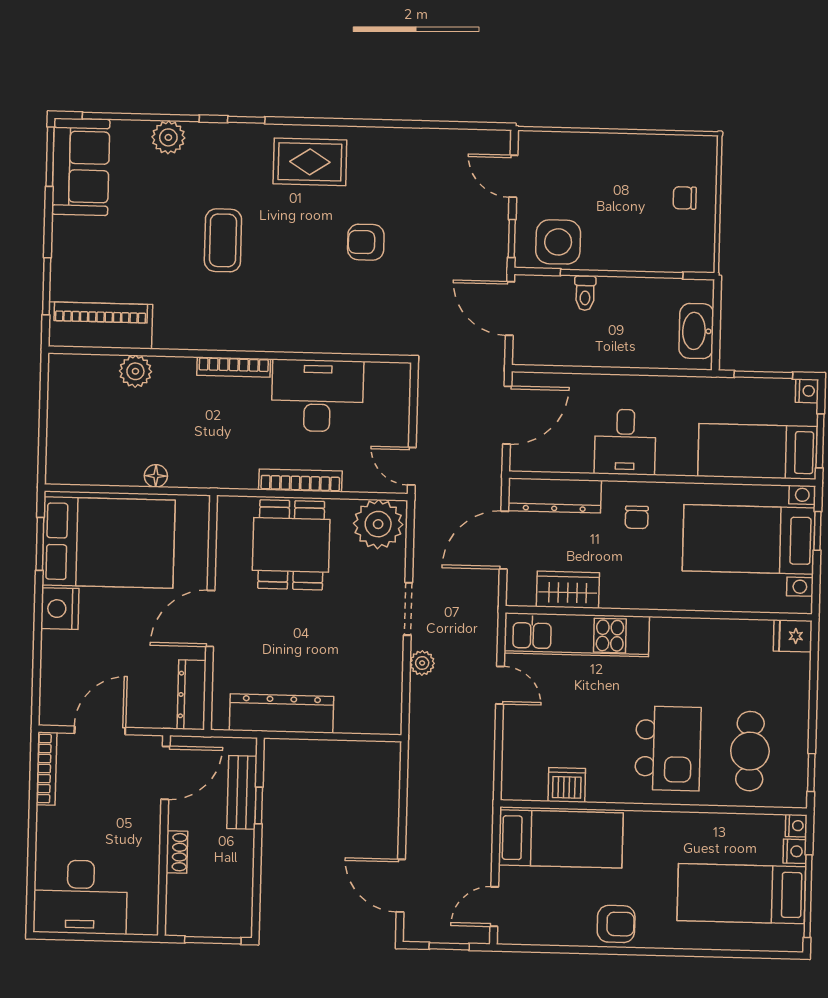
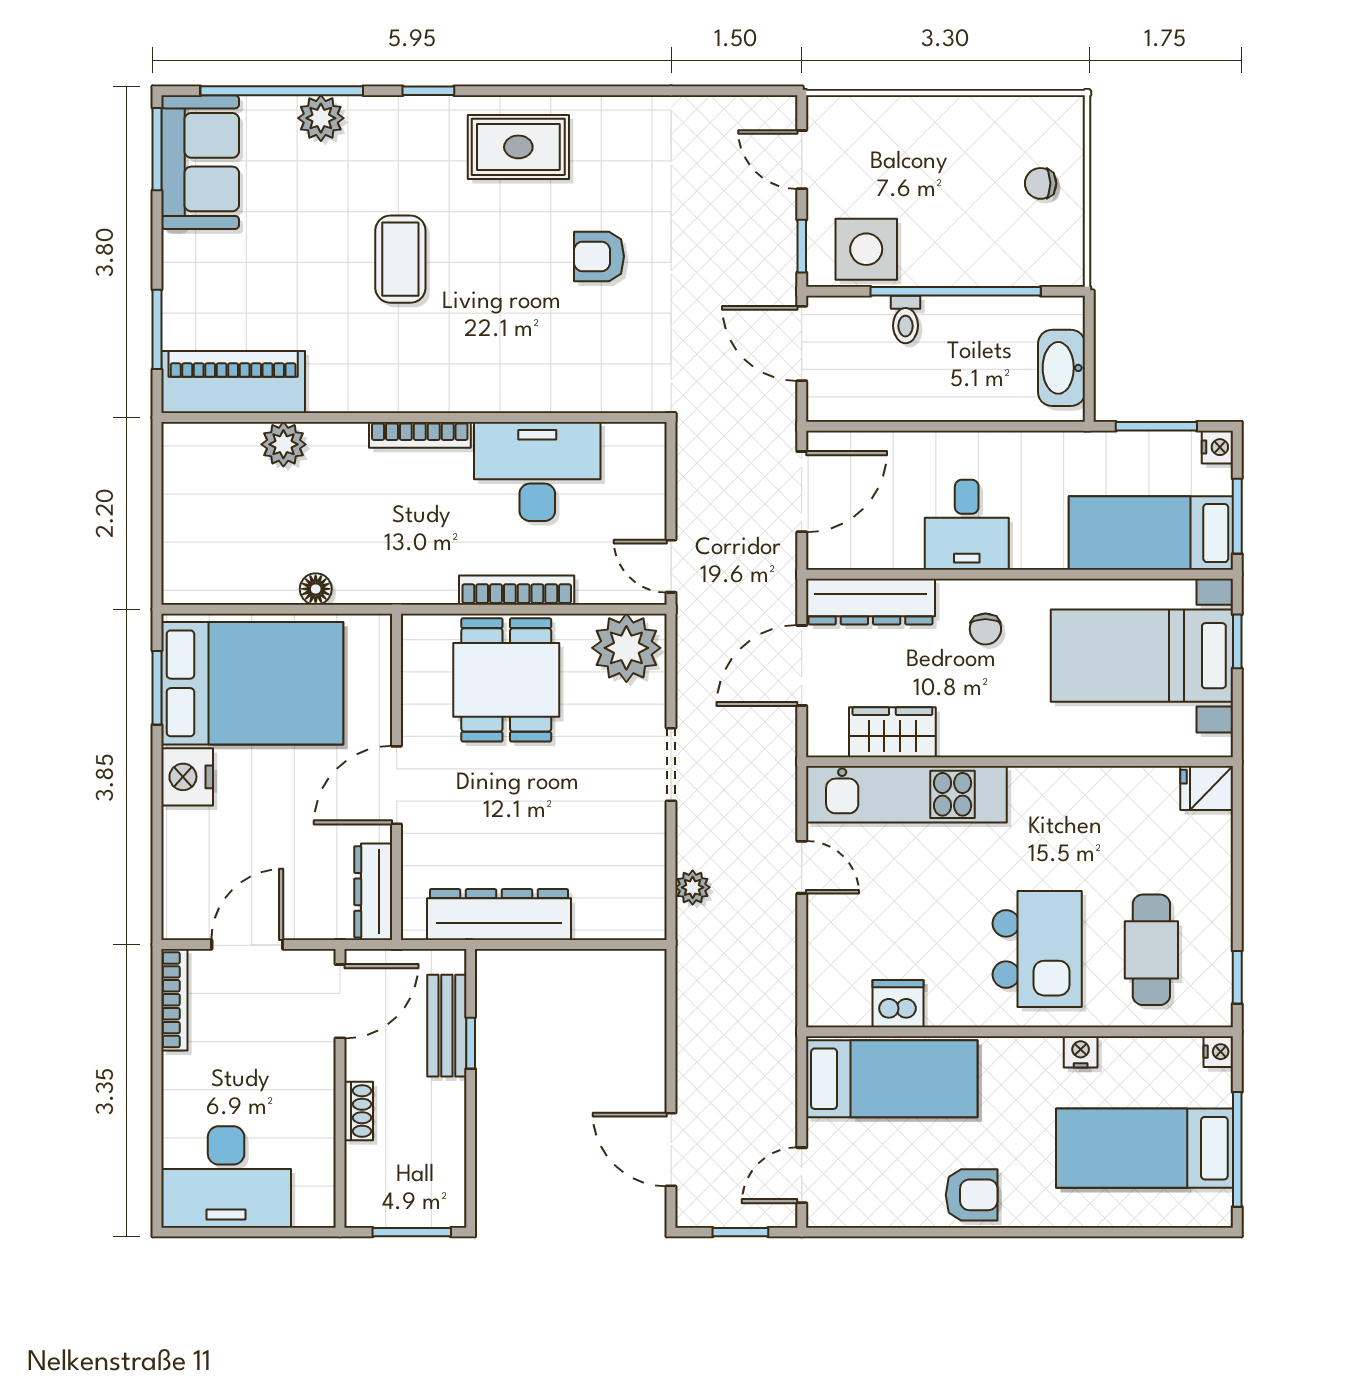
plant: (422, 663) -> (693, 887), moved
nightstand: (795, 851) -> (1081, 1052), moved, turned -90

